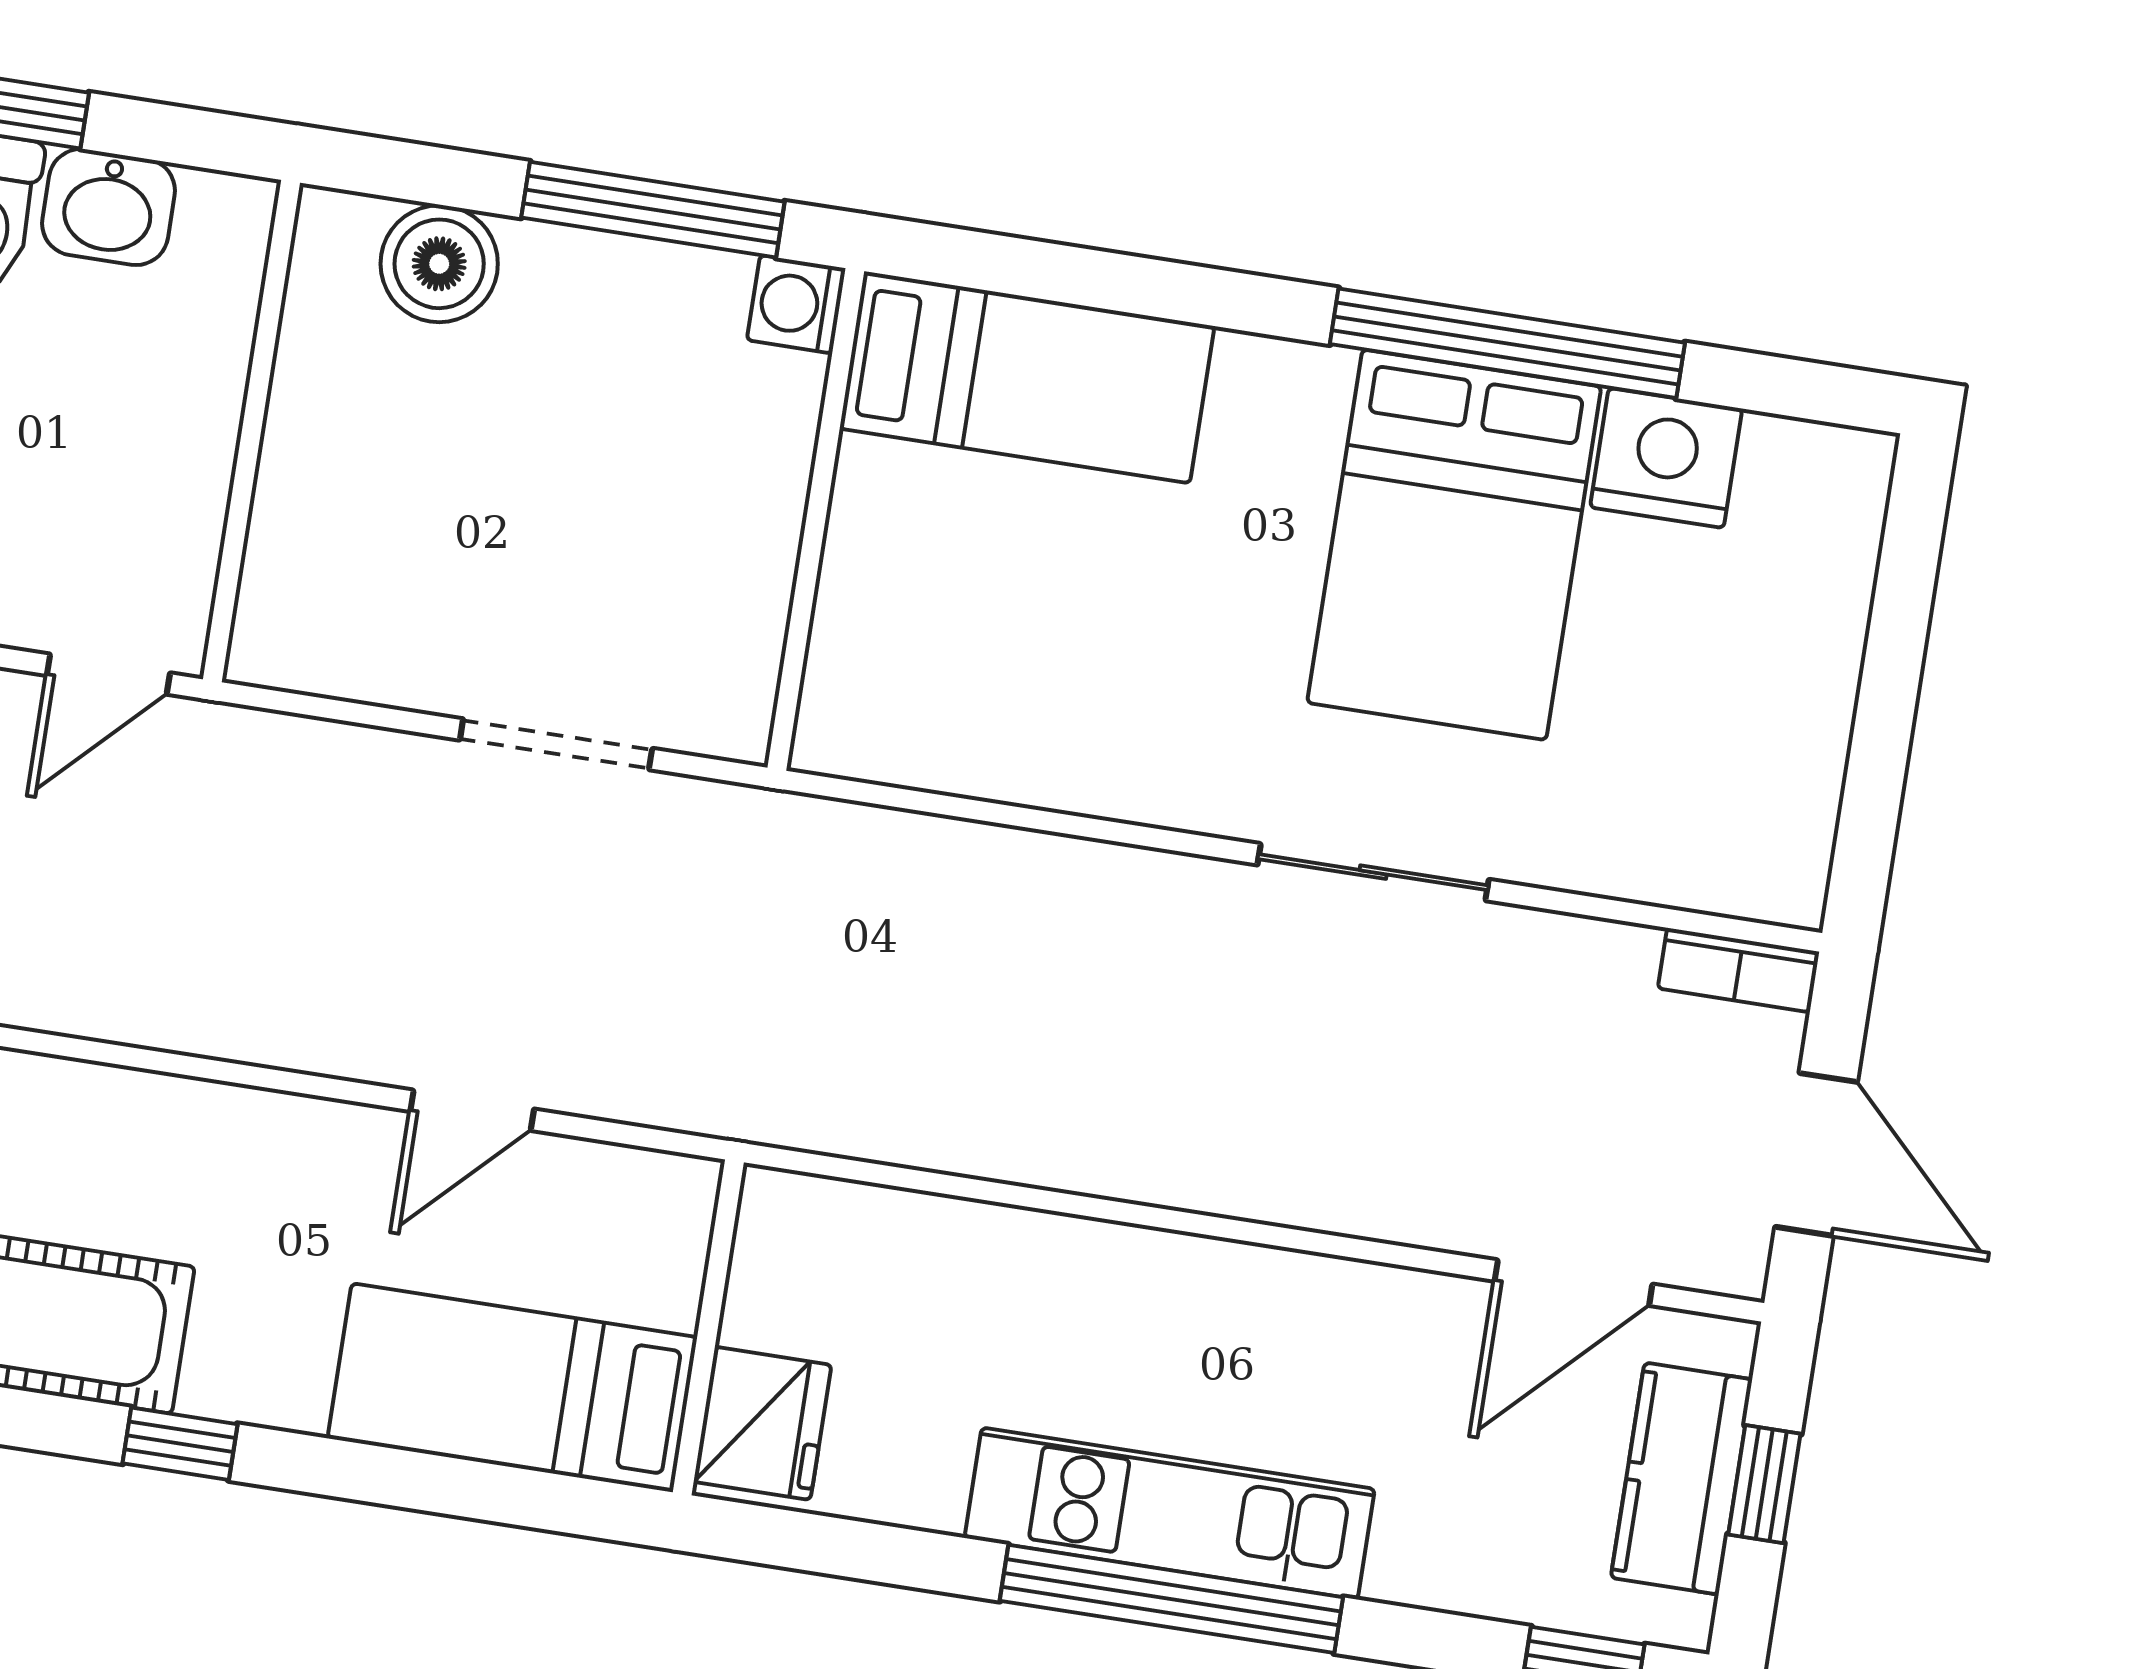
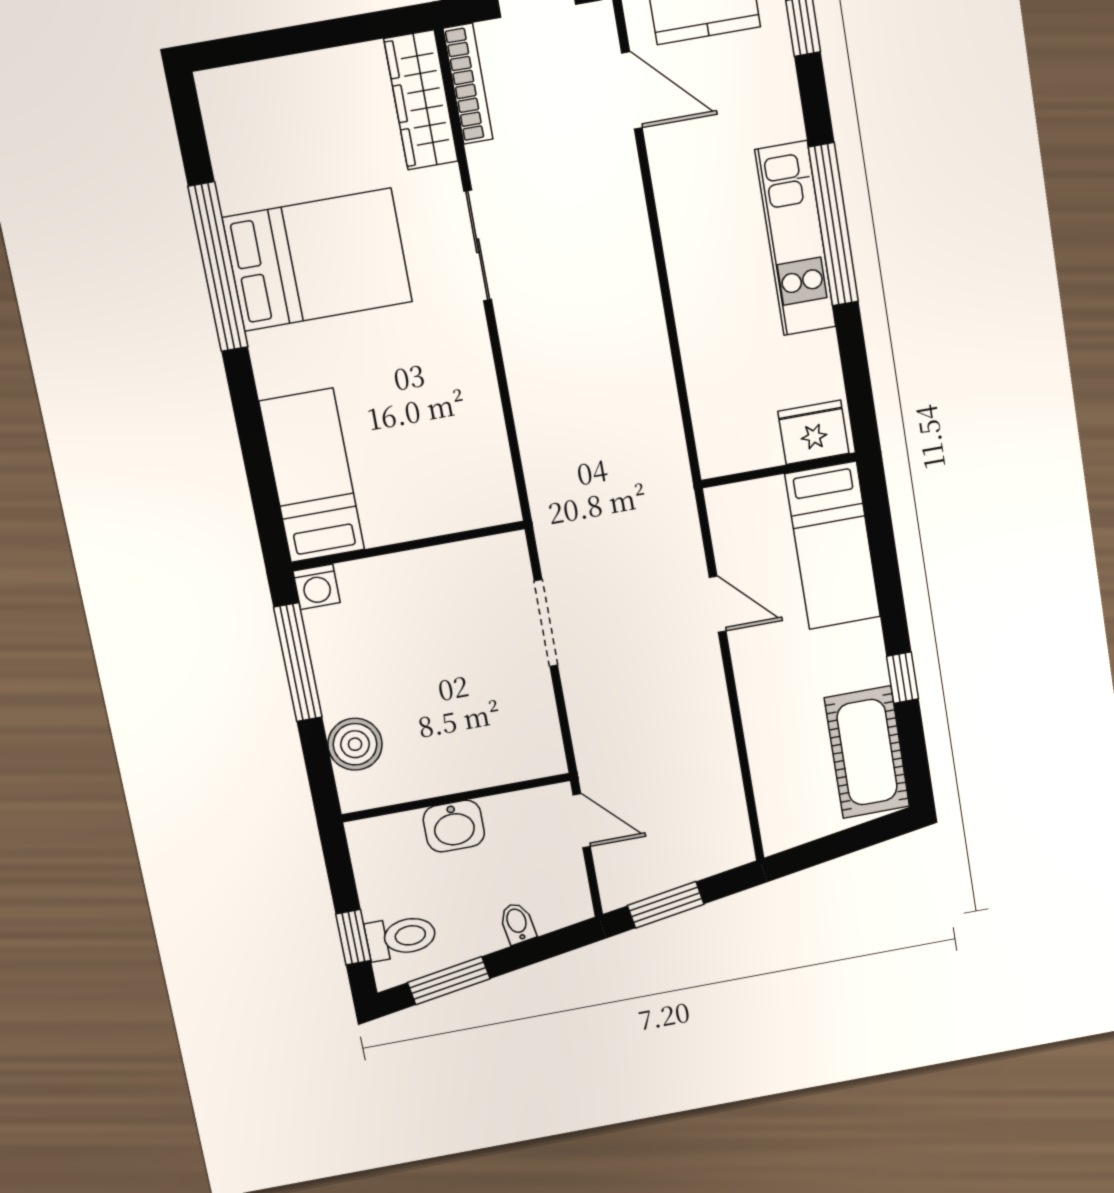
washbasin: (108, 207) -> (454, 826), moved, turned 90
nightstand: (1666, 458) -> (243, 177), removed
wardrobe: (1696, 860) -> (421, 100), added
bookcase: (1739, 970) -> (468, 84), width x1.56

